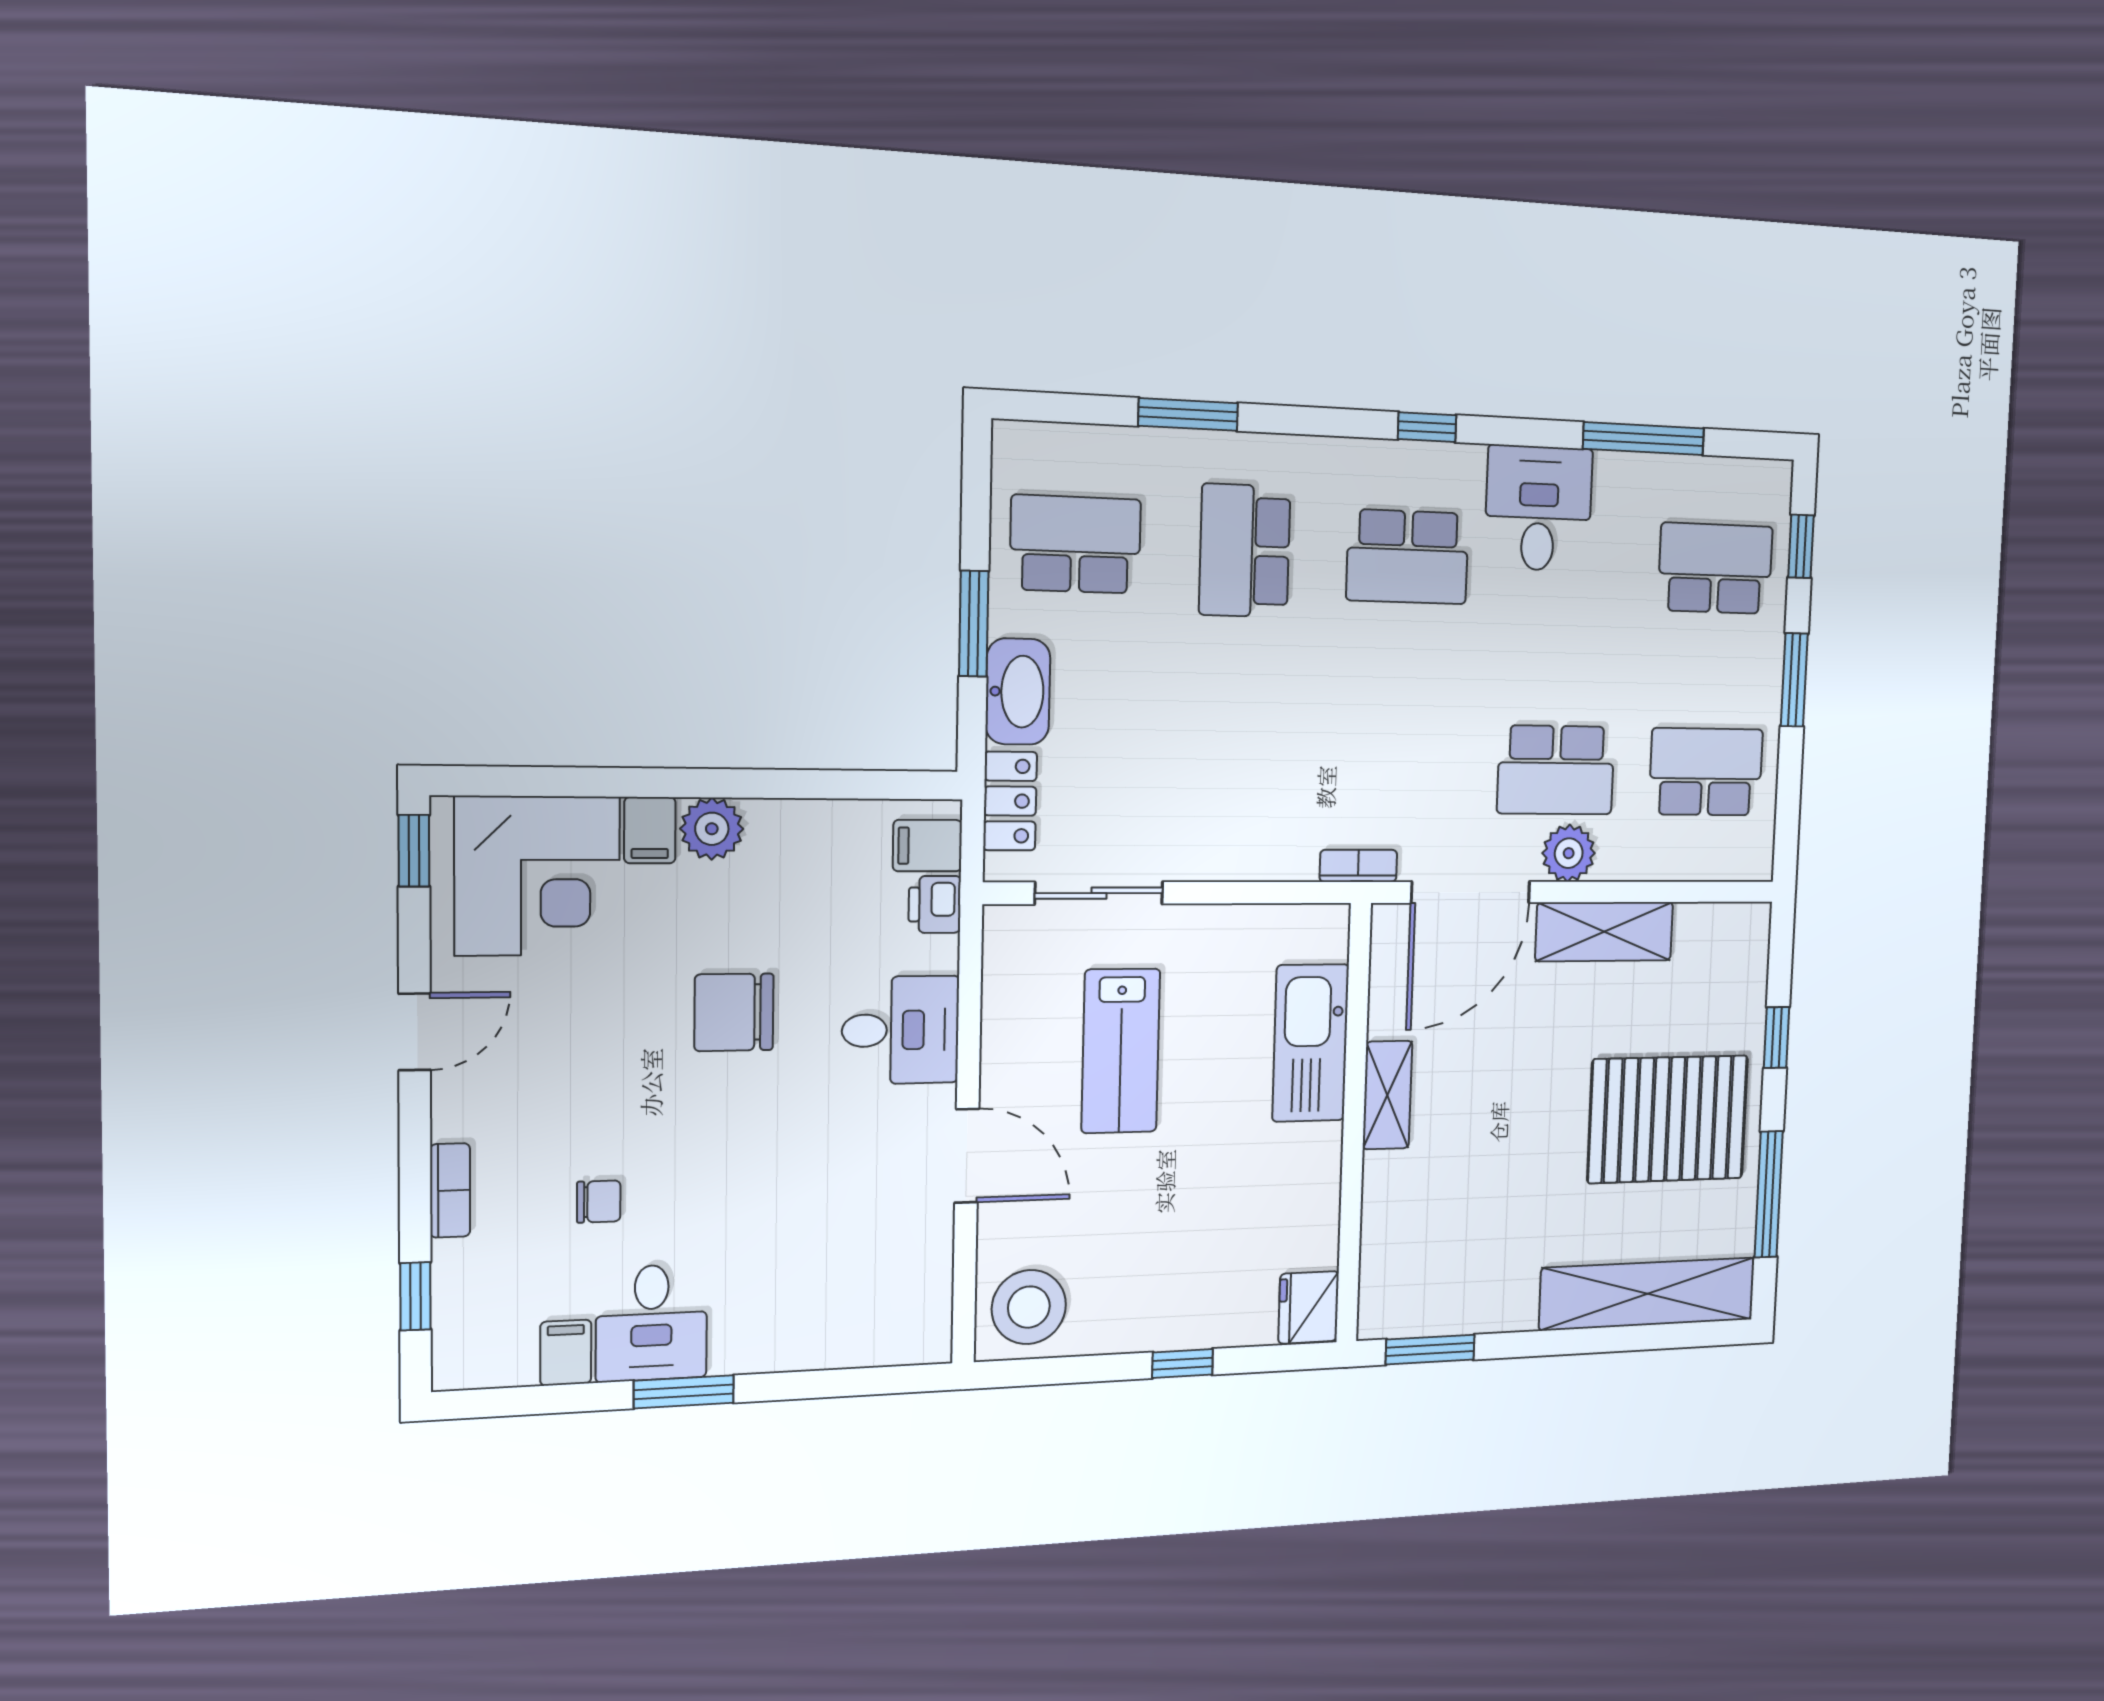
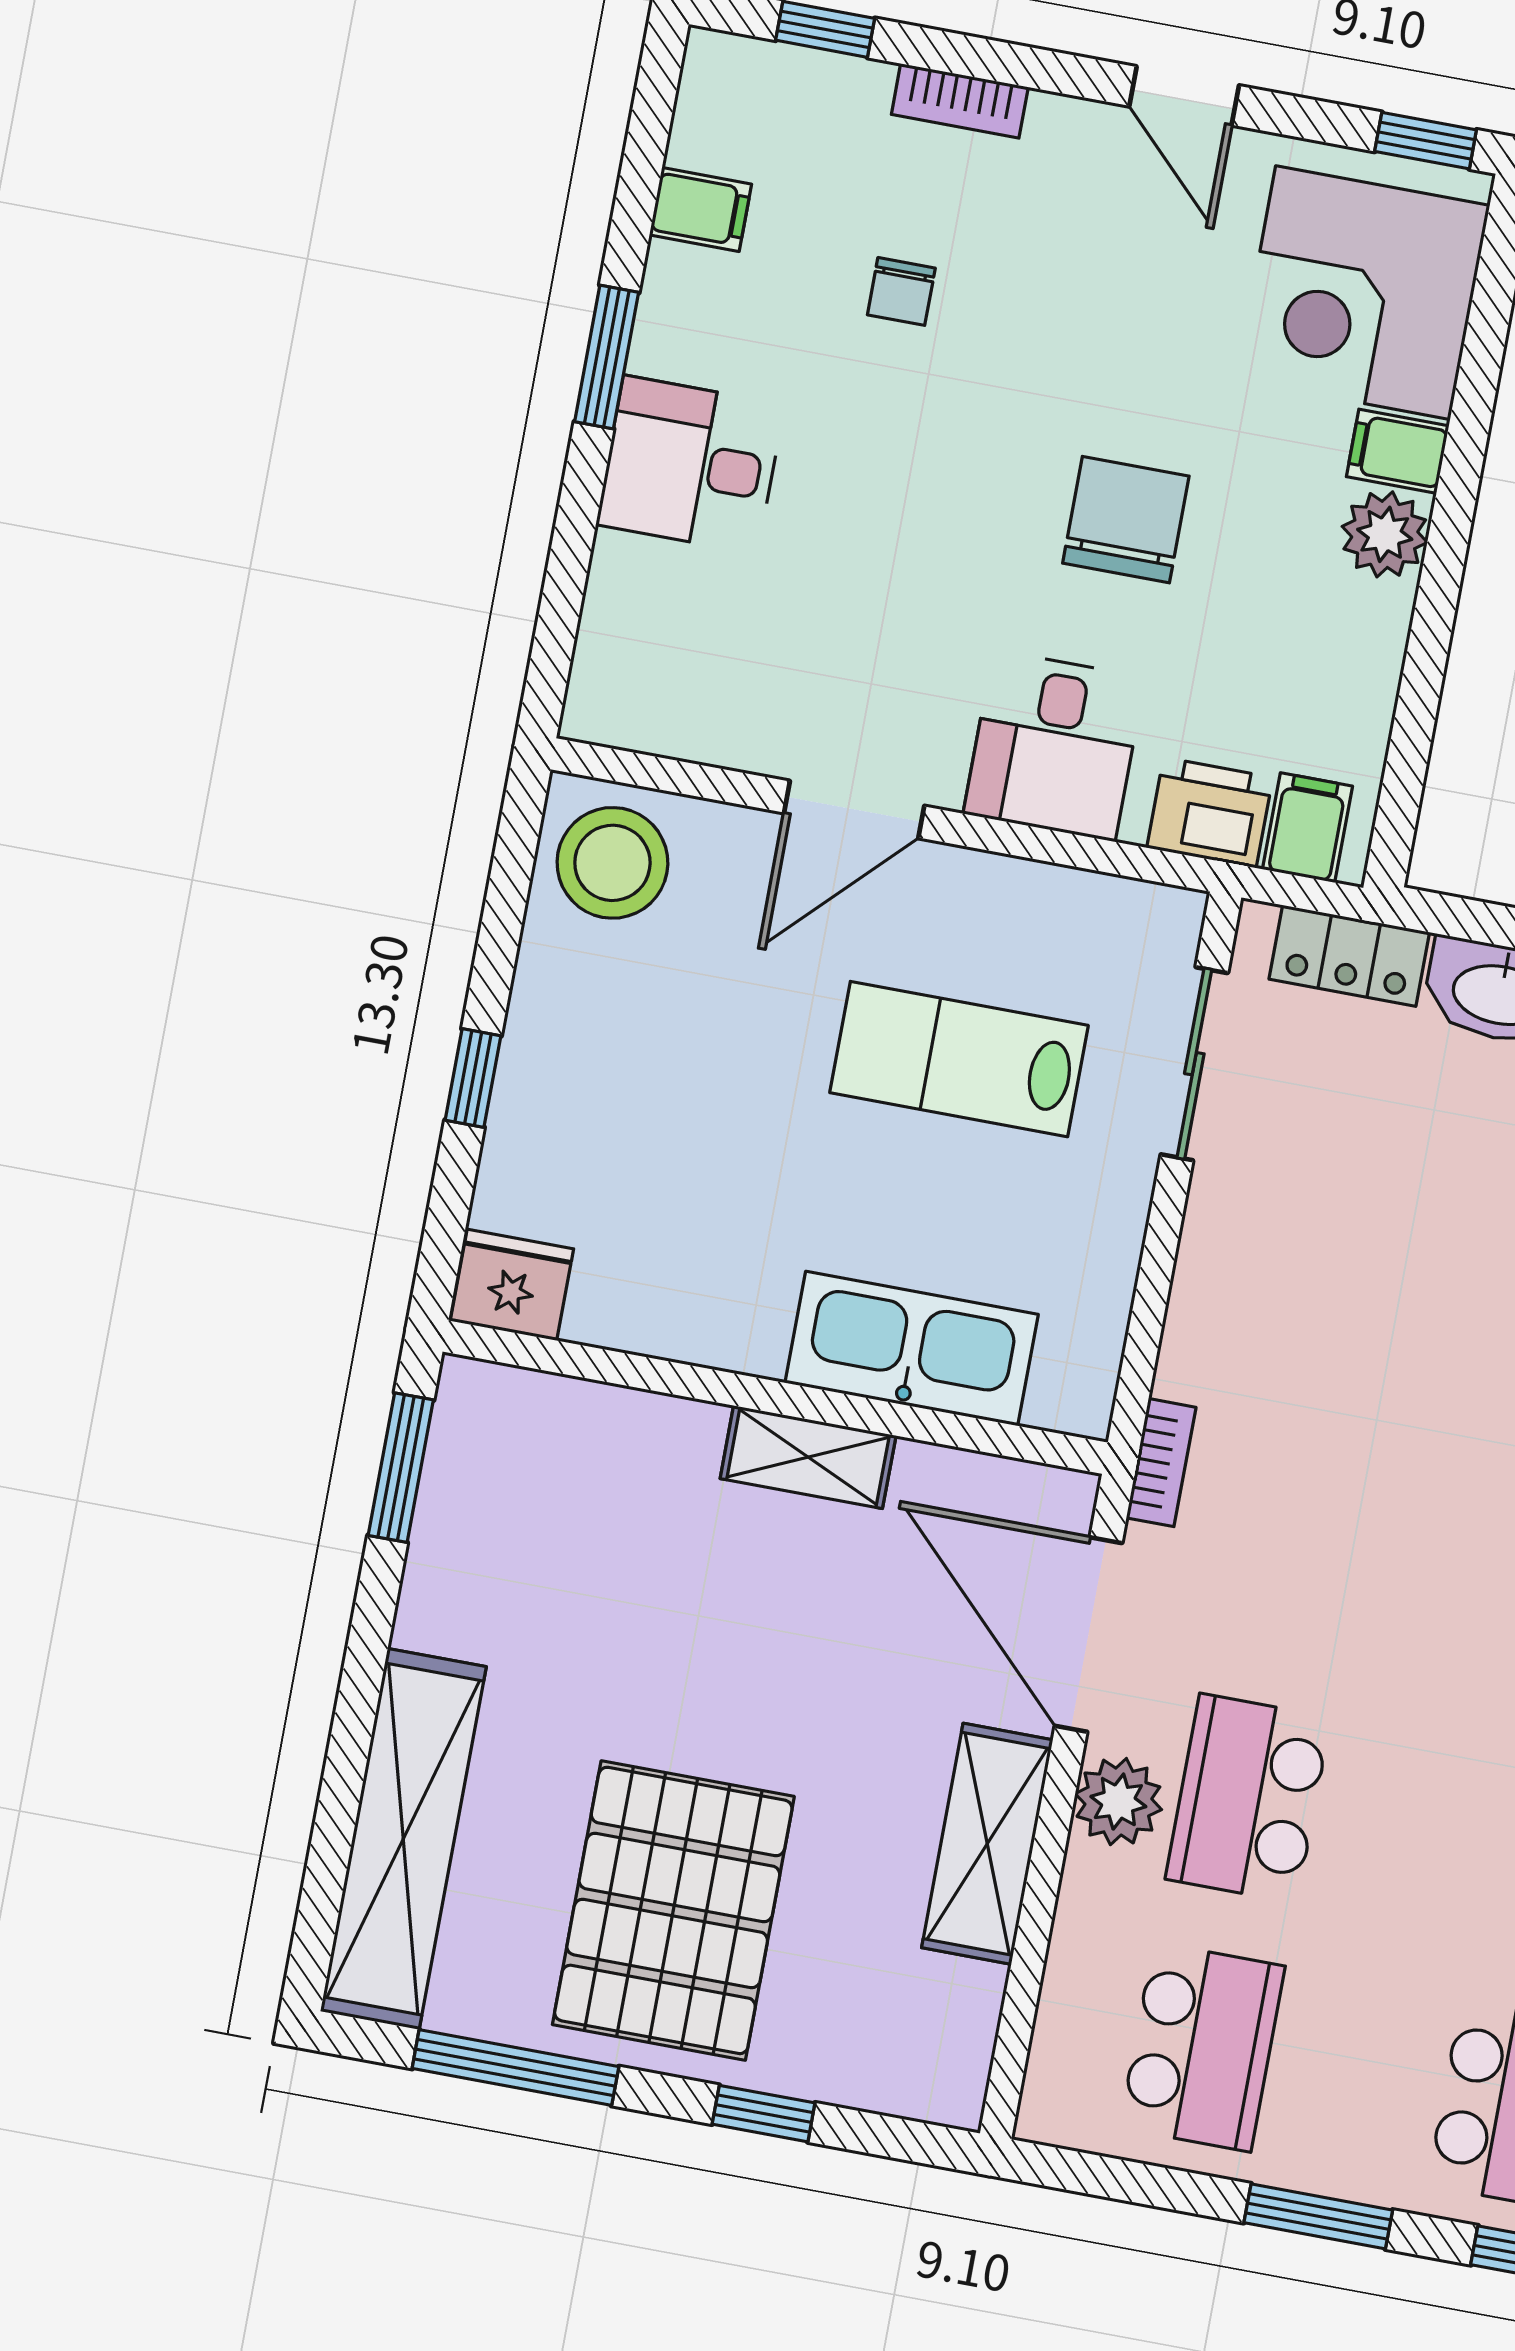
printer: (935, 904) -> (1210, 813), width x1.36, depth x1.24
desk: (651, 1323) -> (690, 465), moved

